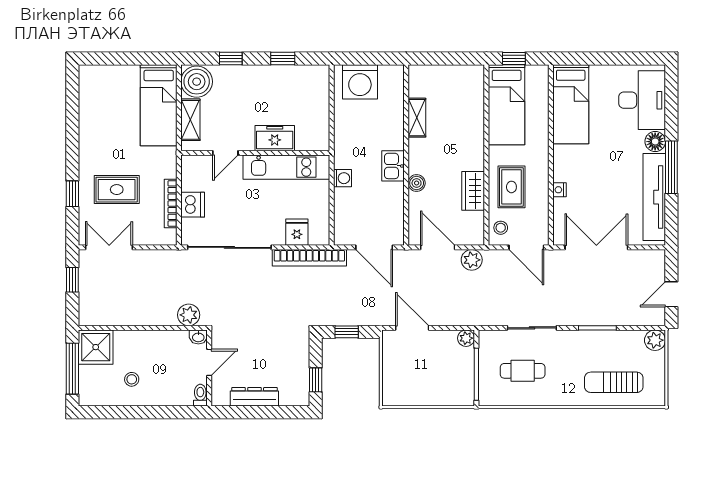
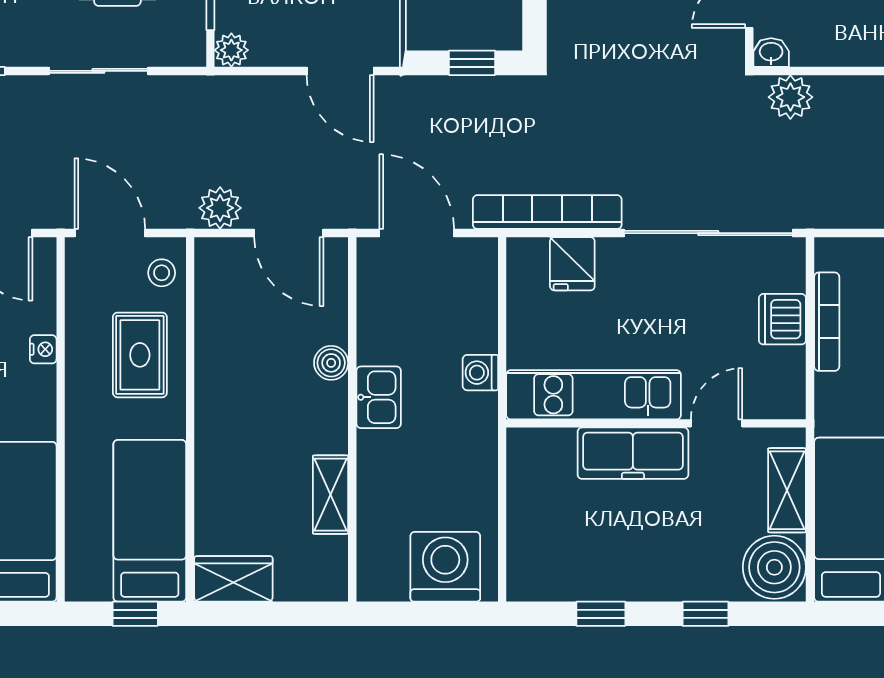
freezer: (275, 138) -> (633, 453), width x1.40
wardrobe: (473, 191) -> (233, 579), moved, turned -90

